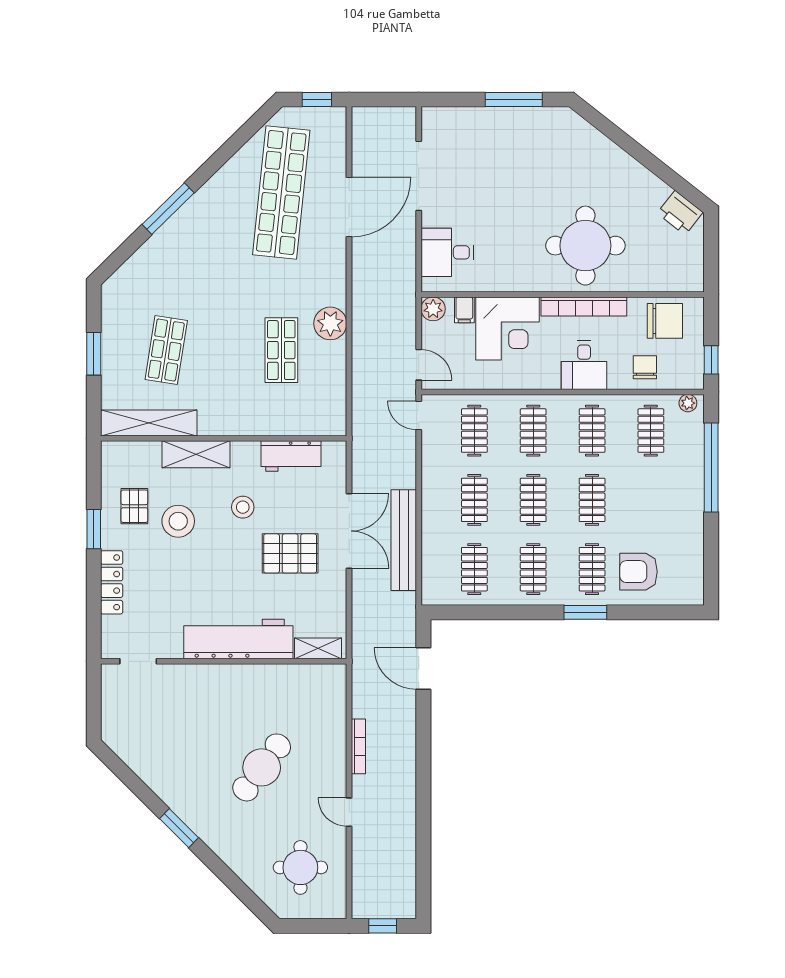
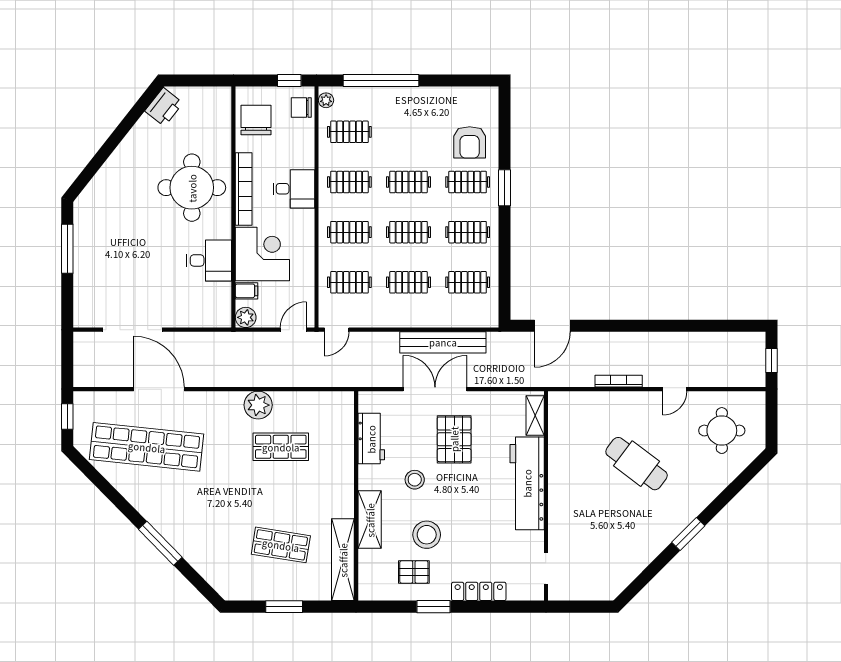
desk: (447, 252) -> (209, 260), moved, turned -90
chair: (645, 367) -> (301, 107), moved

